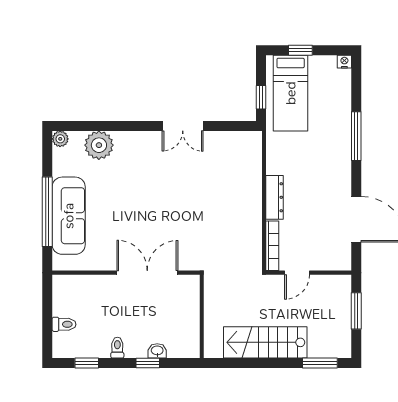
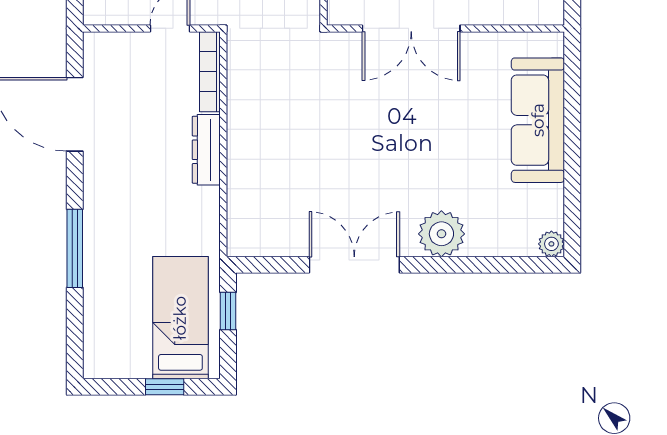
nightstand: (344, 62) -> (94, 368), removed
double door: (183, 126) -> (354, 265), width x1.37
plant: (99, 145) -> (441, 234), moved
window: (47, 212) -> (572, 127), removed

